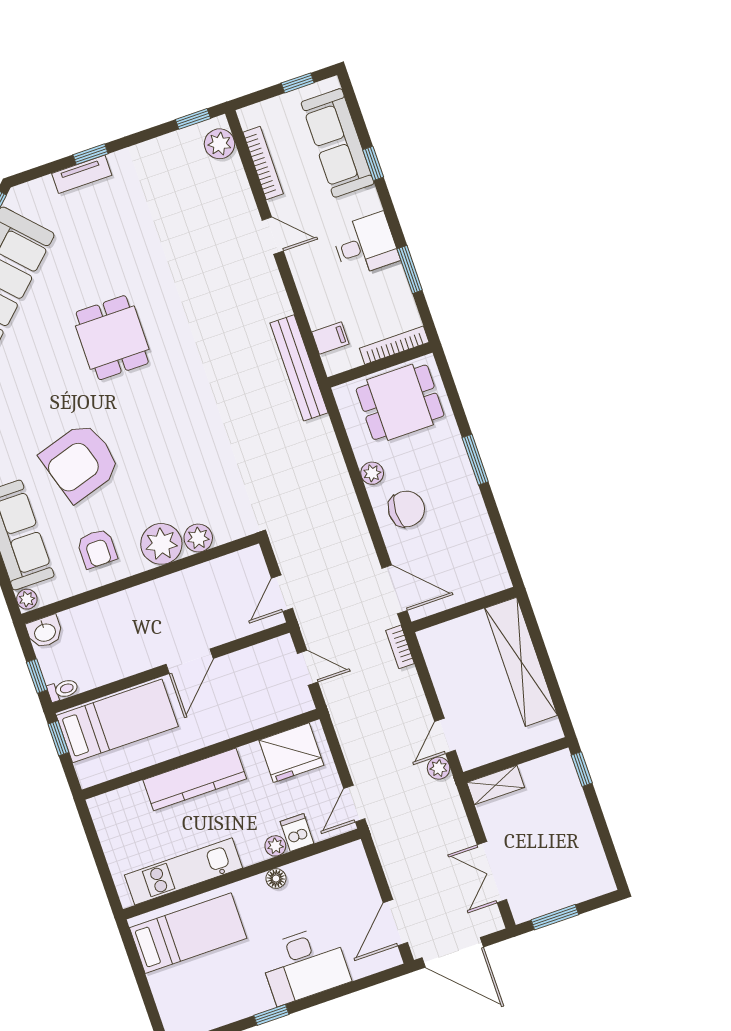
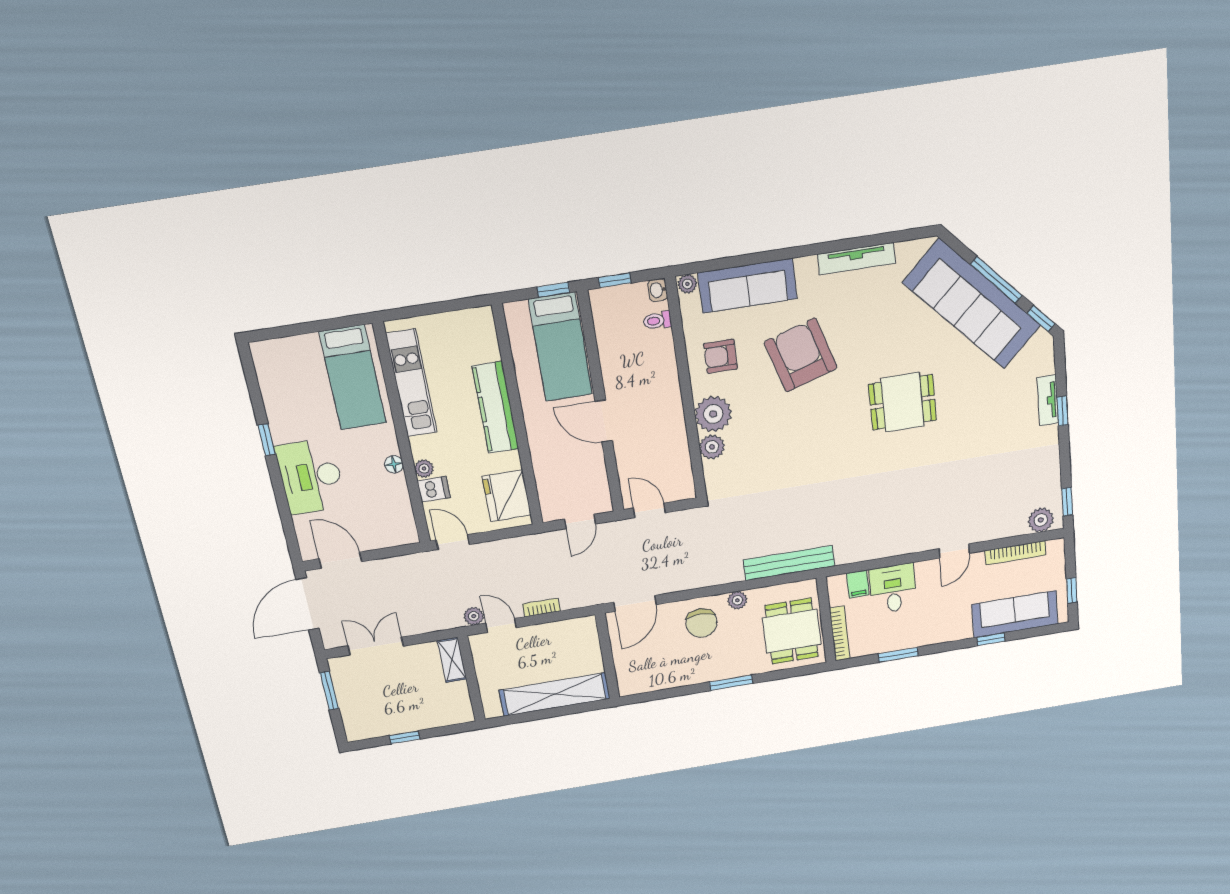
desk: (365, 245) -> (893, 588), moved, turned 180
bench: (299, 368) -> (789, 563), moved
washbasin: (45, 632) -> (658, 290), width x0.72, depth x0.69
bookcase: (400, 647) -> (541, 608), moved
toilet: (63, 690) -> (657, 321), moved, turned 90
window: (582, 769) -> (405, 737), moved

